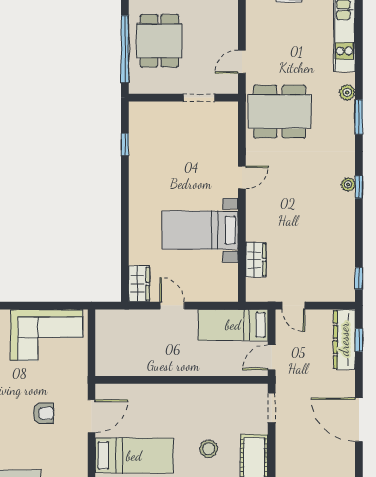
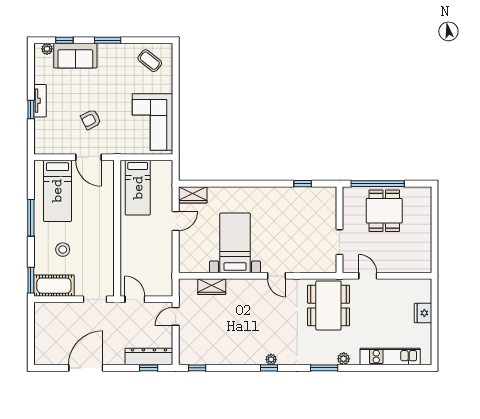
dining table: (159, 41) -> (384, 211), turned 90
bed: (233, 325) -> (138, 188), moved, turned 180
armchair: (43, 413) -> (91, 119), turned 63

